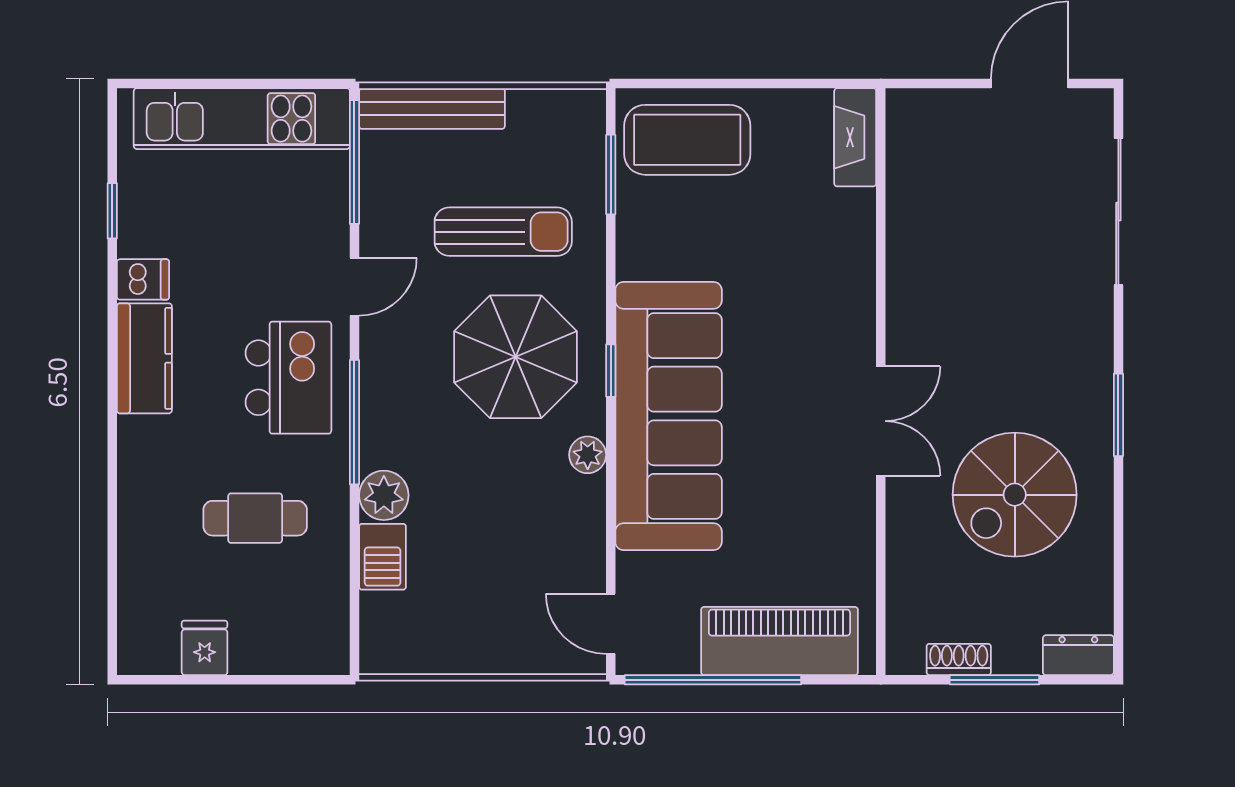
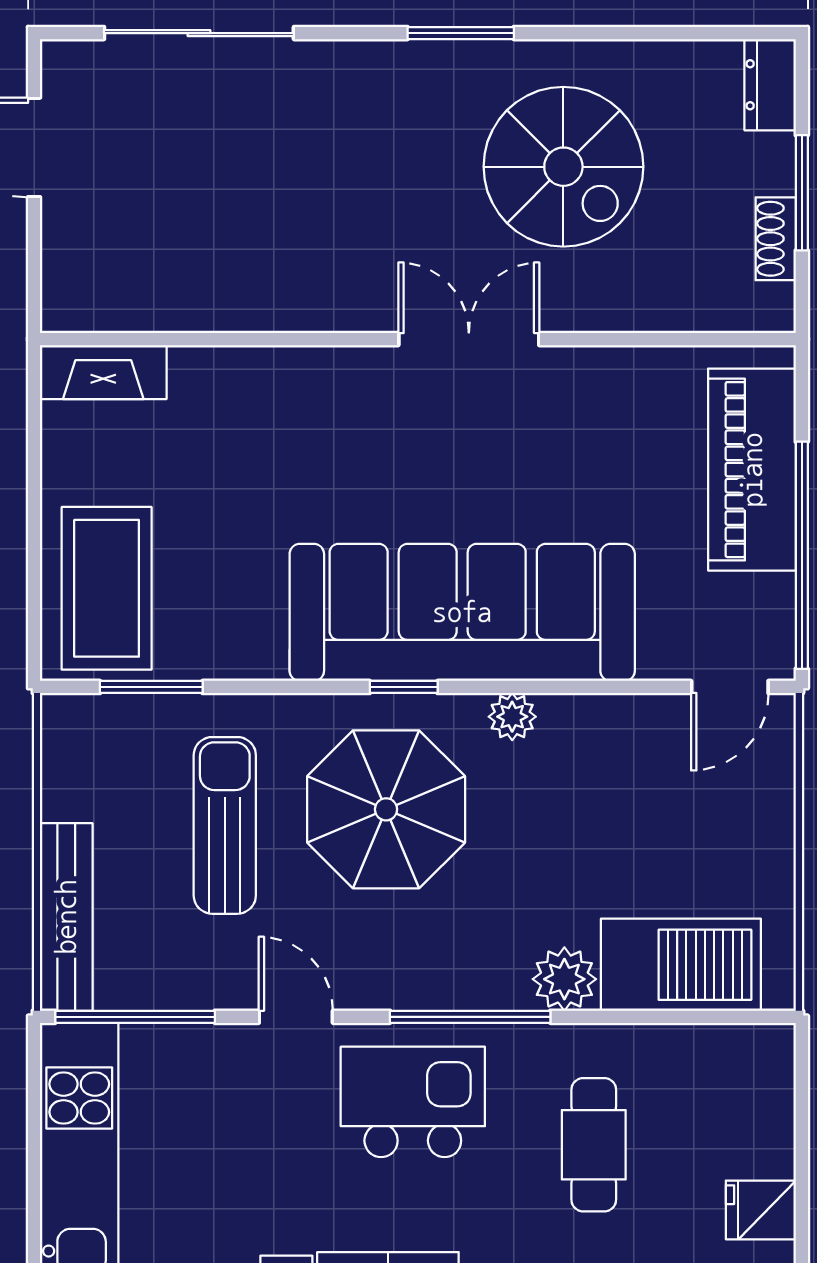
barbecue: (383, 557) -> (681, 965), width x1.88, depth x1.53

